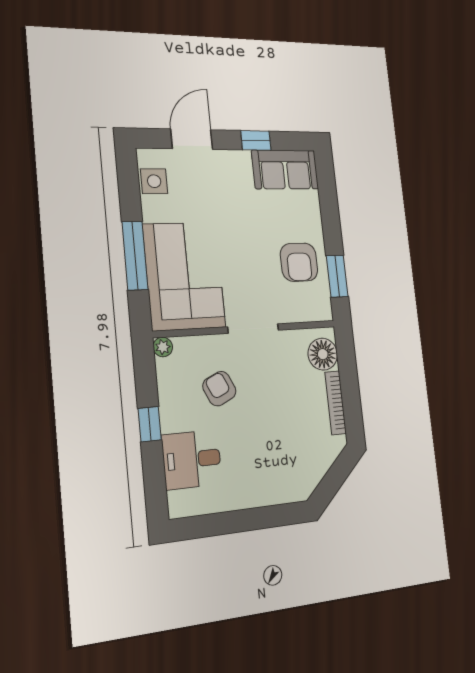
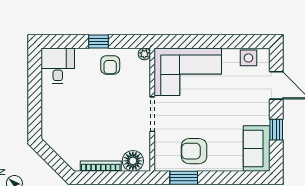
window: (135, 256) -> (202, 41), removed
armchair: (219, 389) -> (110, 65), moved, turned 115
desk: (192, 459) -> (58, 66), moved

